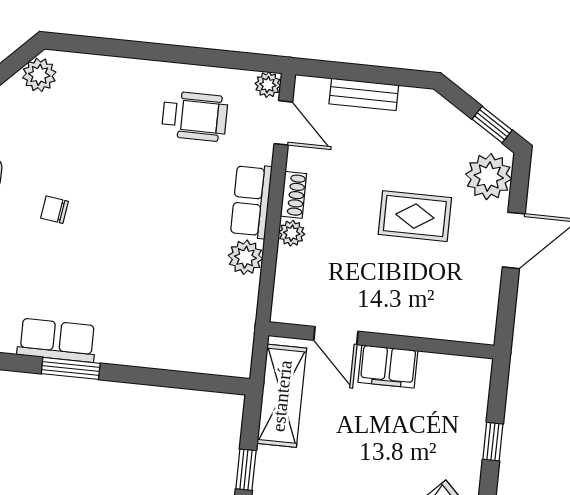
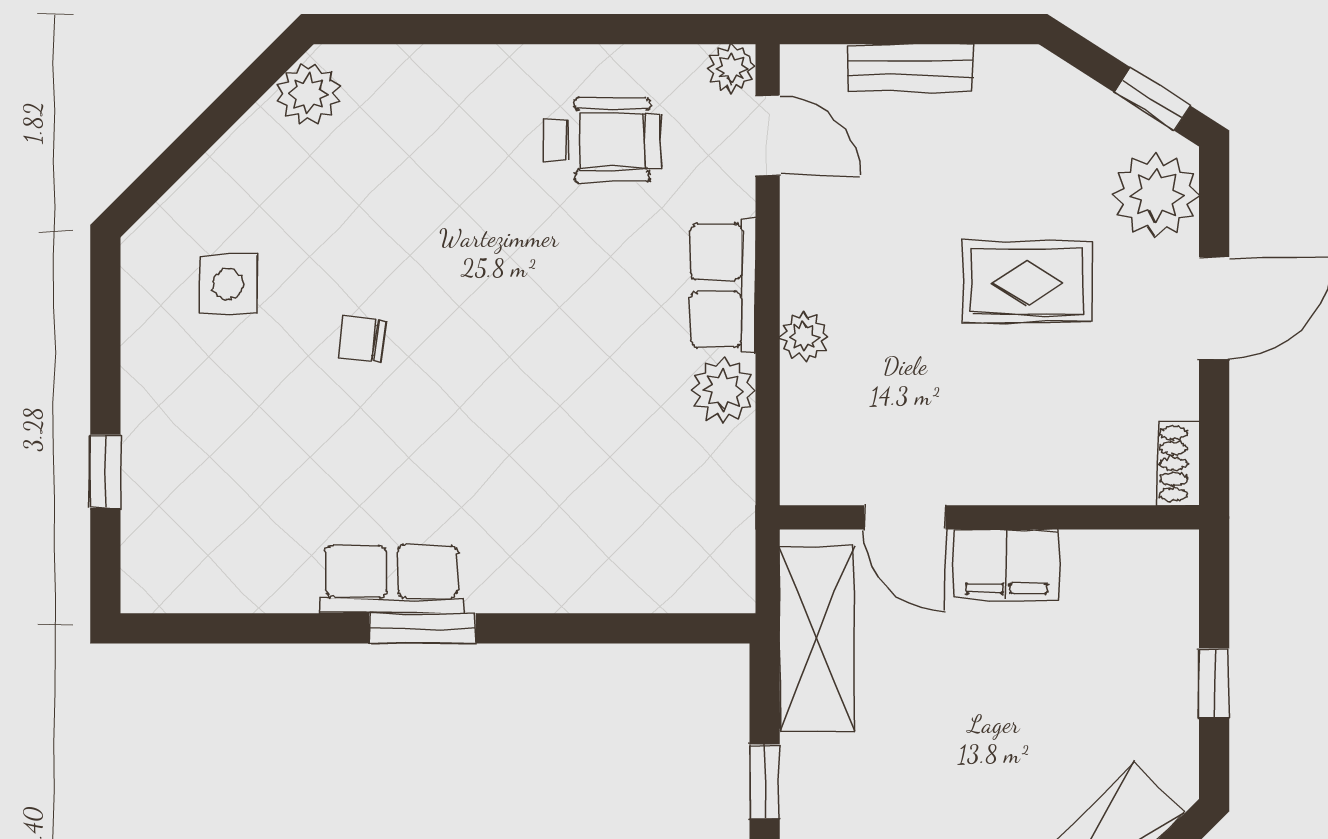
shoe rack: (293, 195) -> (1179, 464), moved, turned 180

